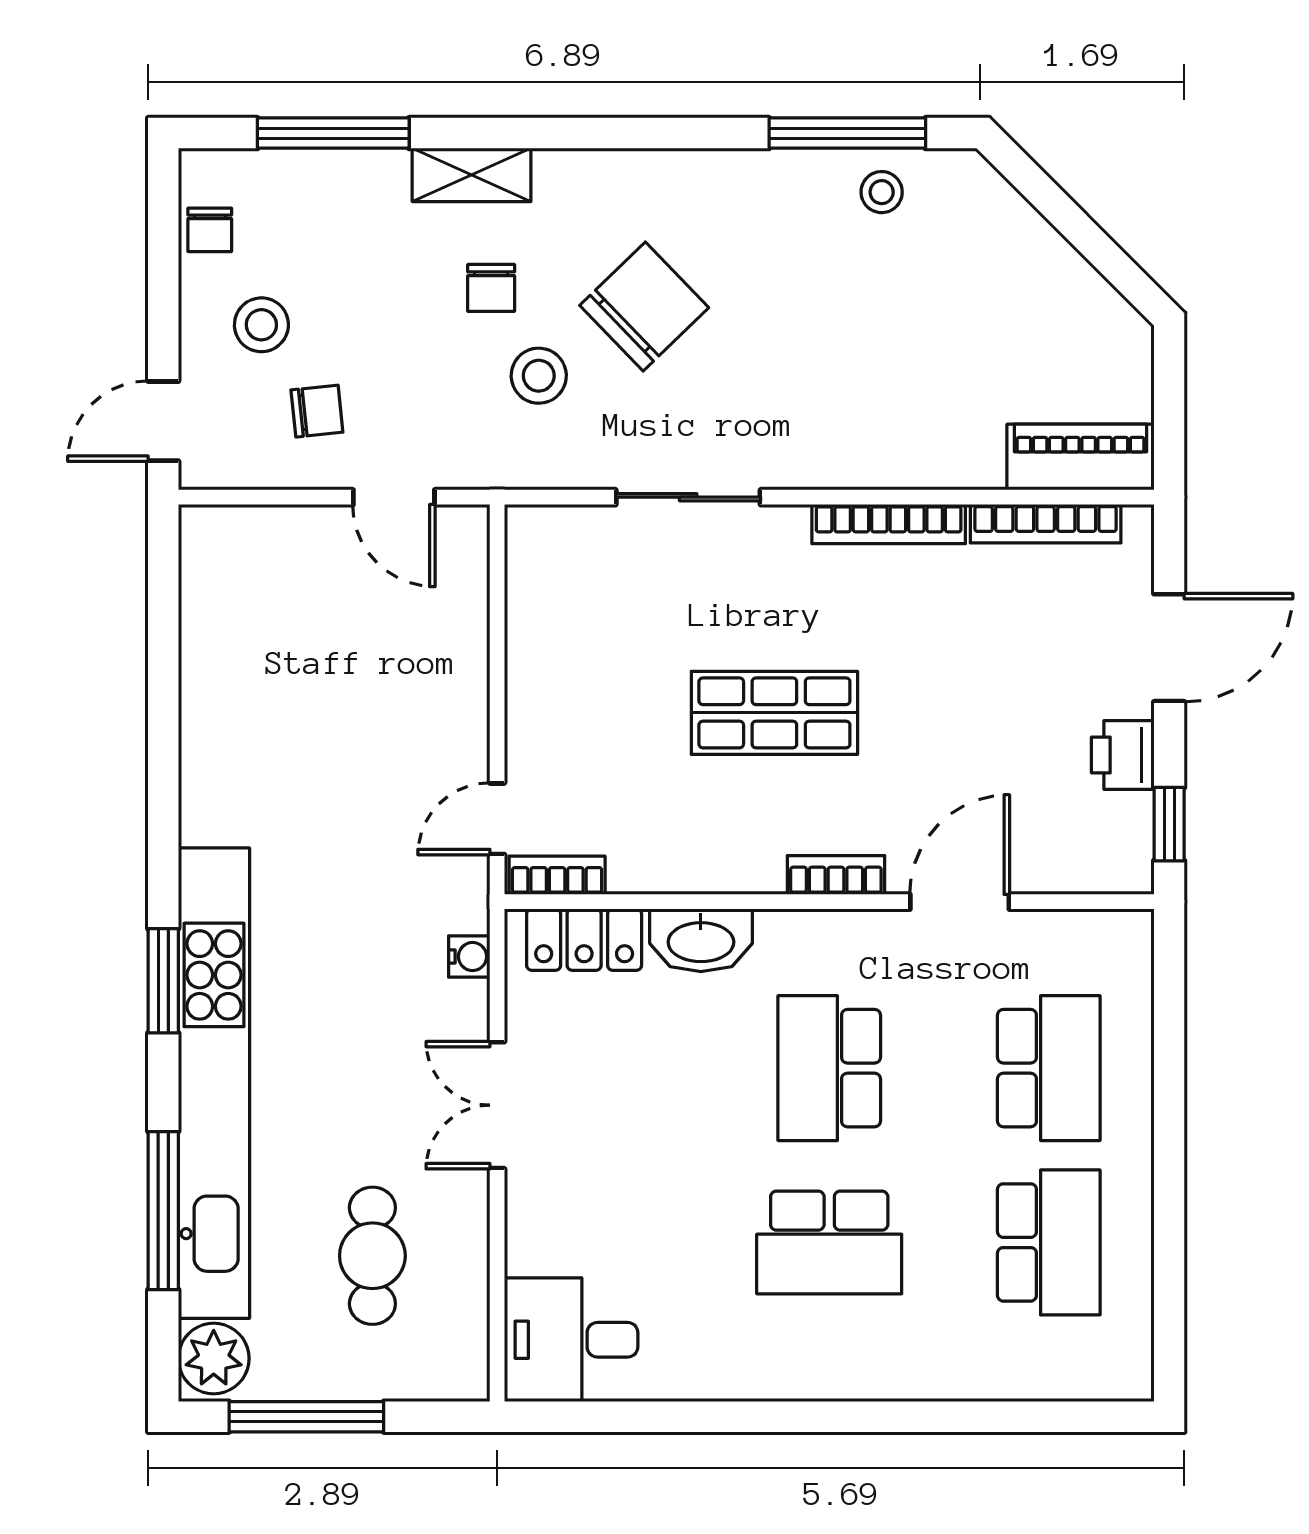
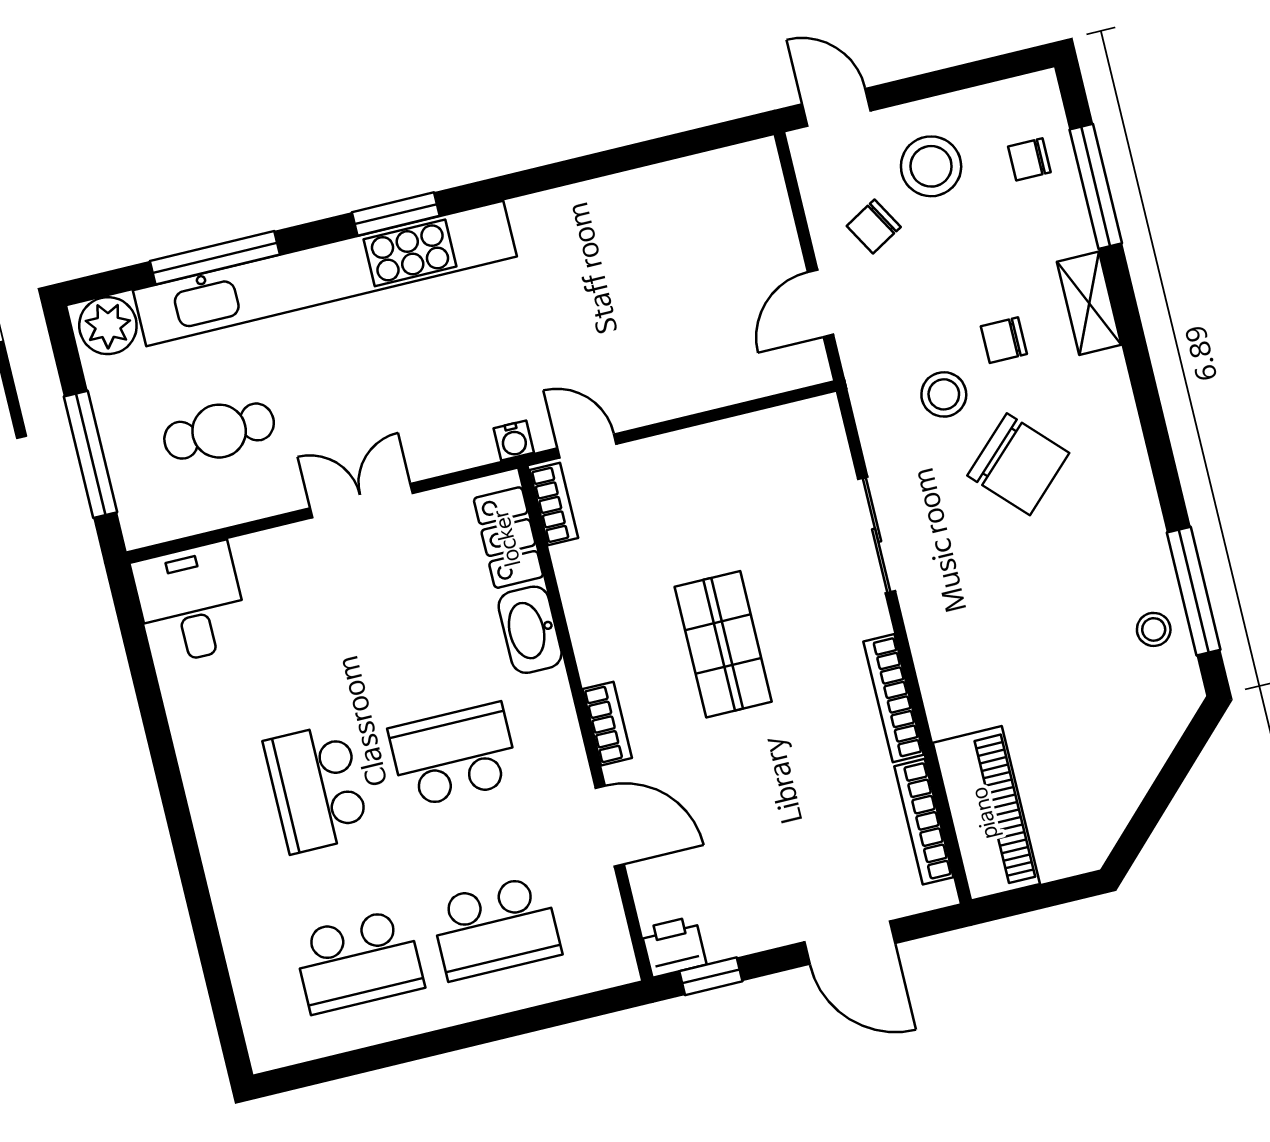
chair: (210, 230) -> (1029, 159), moved
stool: (261, 325) -> (931, 166), width x1.38, depth x1.38
chair: (317, 411) -> (874, 226), turned 66
piano: (1081, 457) -> (986, 813), width x1.37, depth x1.33
printer: (1123, 755) -> (674, 947), moved
water cooler: (469, 957) -> (514, 440), moved
window: (306, 1417) -> (91, 454), moved

